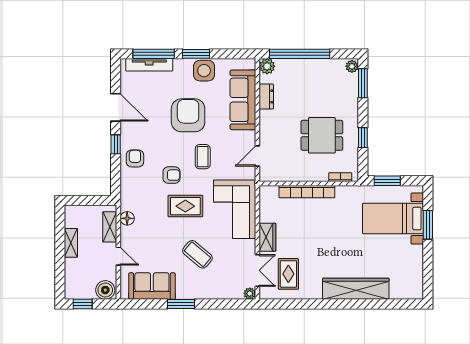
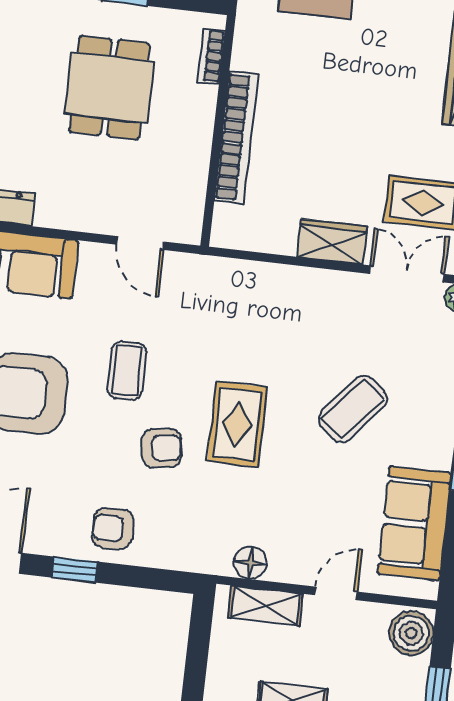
coffee table: (203, 157) -> (127, 371), turned 90
armchair: (172, 175) -> (161, 448), turned 83
corner sofa: (235, 209) -> (258, 310), removed

